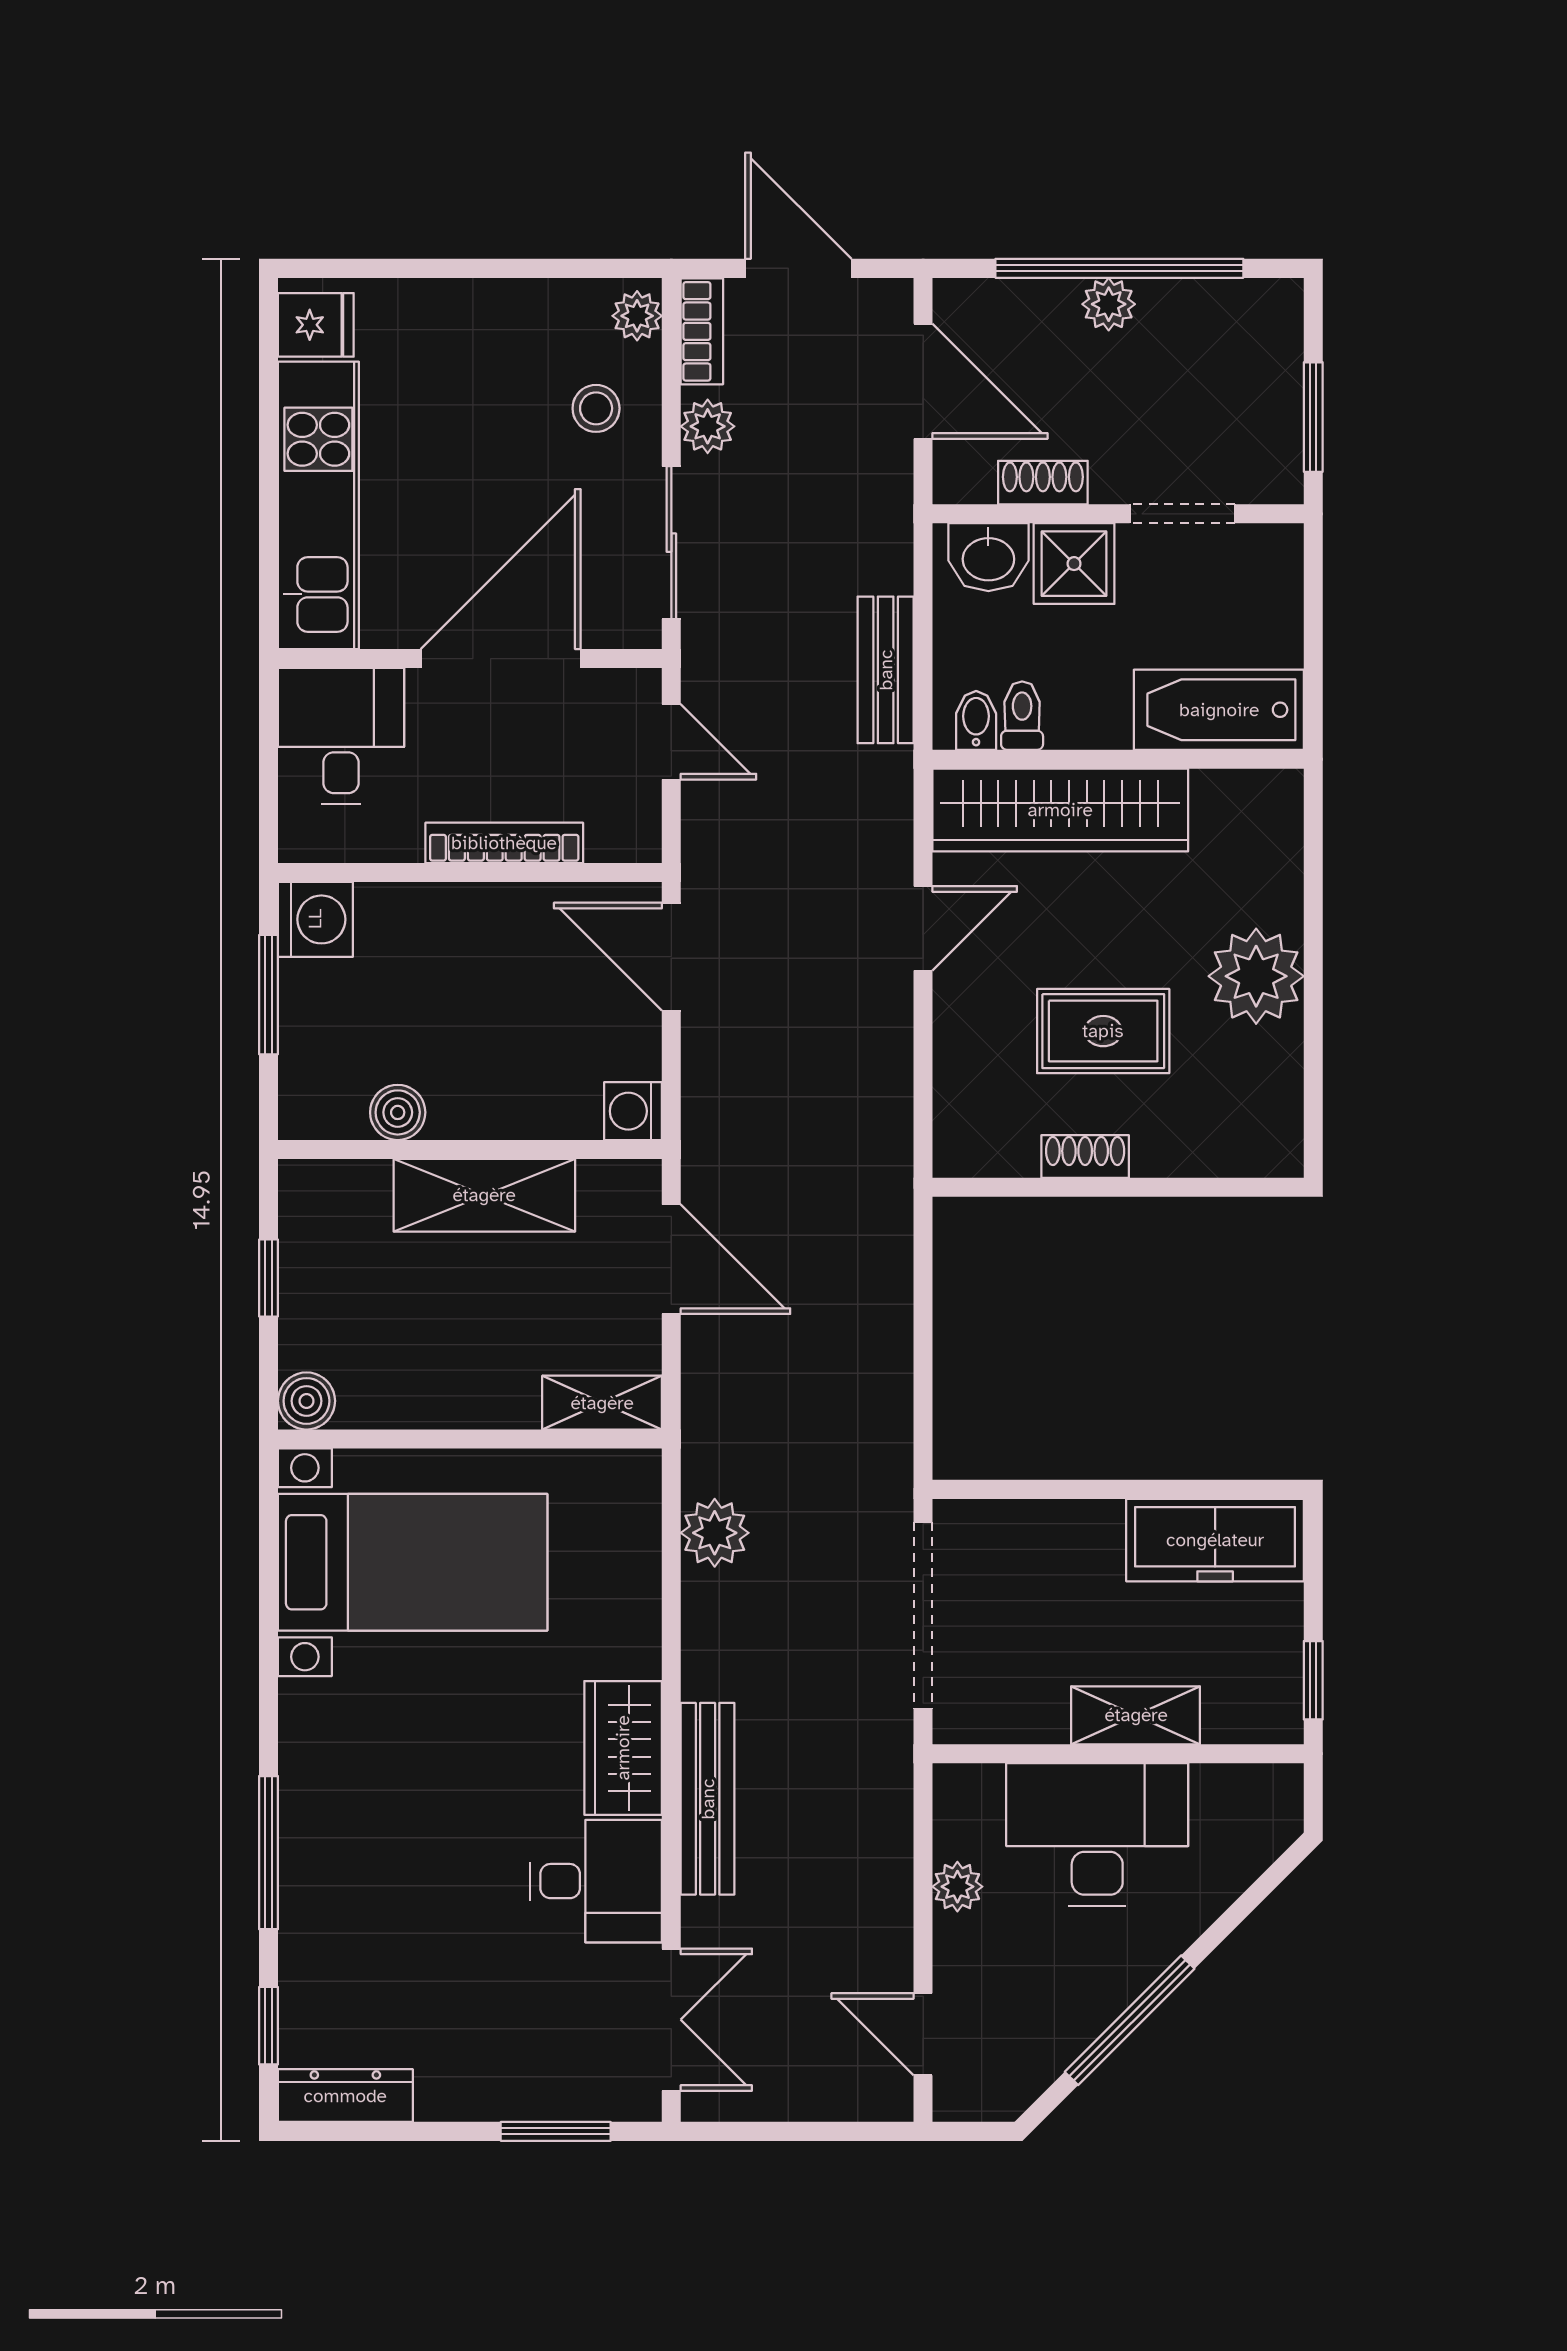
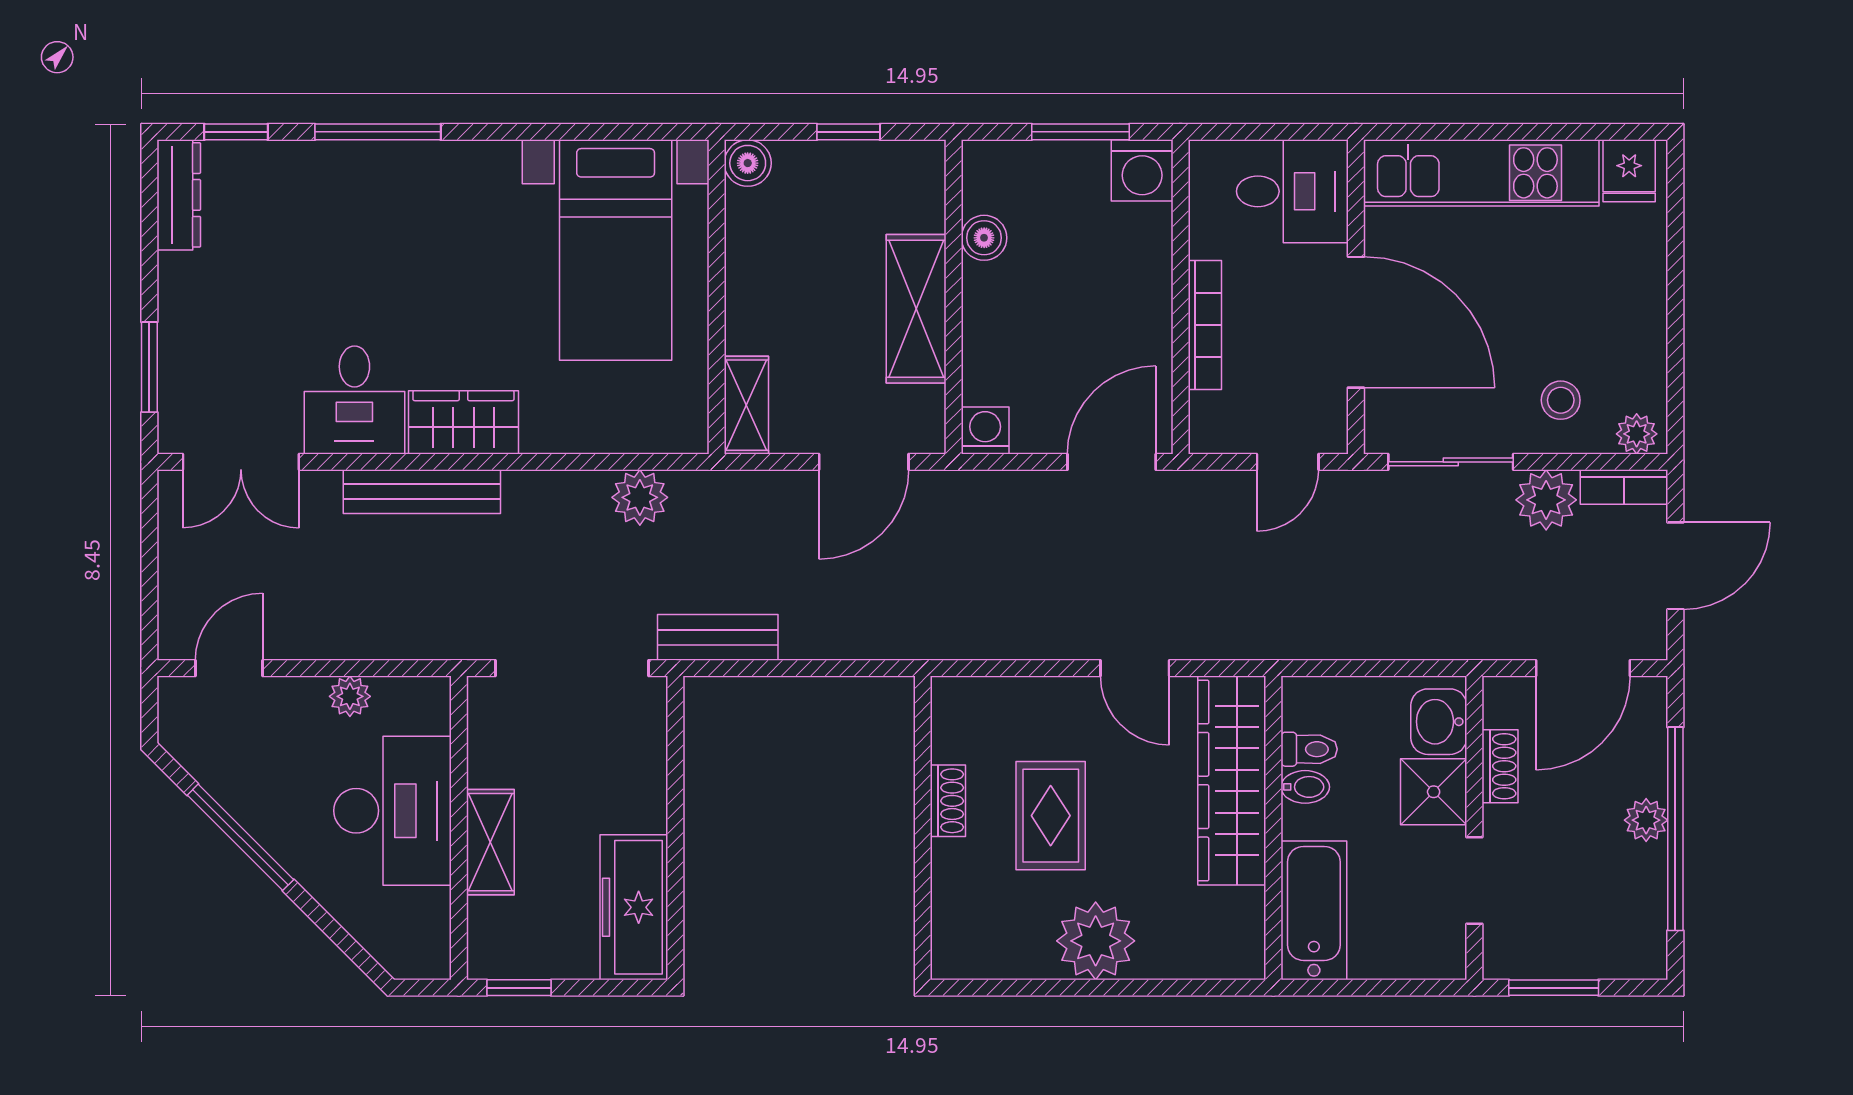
plant: (708, 426) -> (1546, 500), width x1.38, depth x1.38
bench: (886, 670) -> (718, 637), moved
bidet: (976, 720) -> (1305, 787), moved

